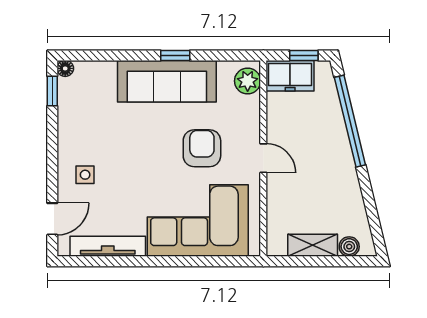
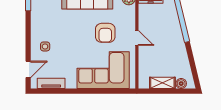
armchair: (202, 148) -> (105, 33), turned 180
tv unit: (108, 246) -> (51, 83), width x0.71

